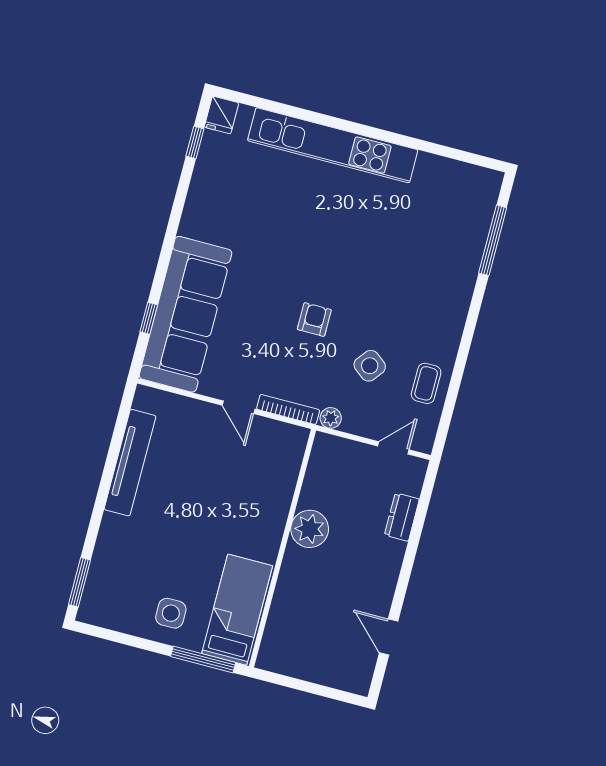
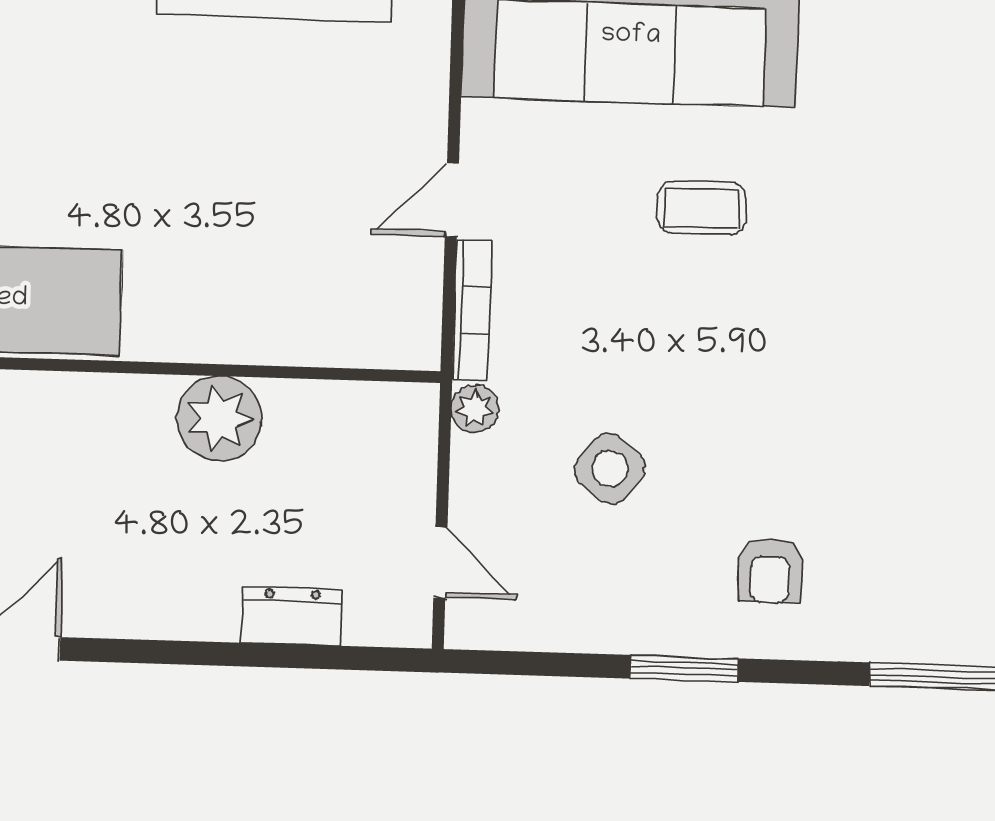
armchair: (314, 320) -> (770, 571), moved, turned 90
window: (463, 354) -> (684, 668), added
coffee table: (426, 383) -> (702, 208), moved

